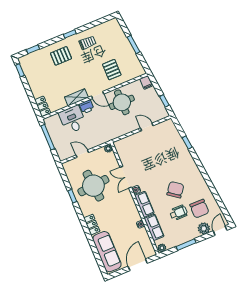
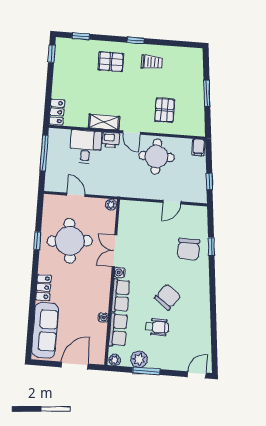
door: (147, 127) -> (172, 202), swing flipped
chair: (199, 209) -> (189, 249), moved
plant: (204, 228) -> (139, 359), moved

